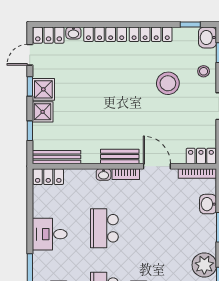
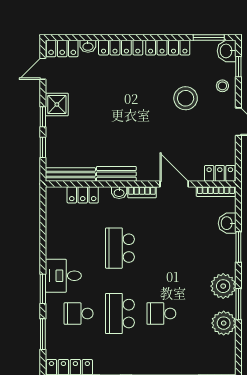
window: (190, 25) -> (209, 37), width x1.50
window: (30, 86) -> (43, 117), moved
shower: (43, 112) -> (56, 128), removed
bench: (120, 156) -> (116, 174), moved
locker: (48, 177) -> (83, 195), moved
desk: (50, 234) -> (63, 276), moved

